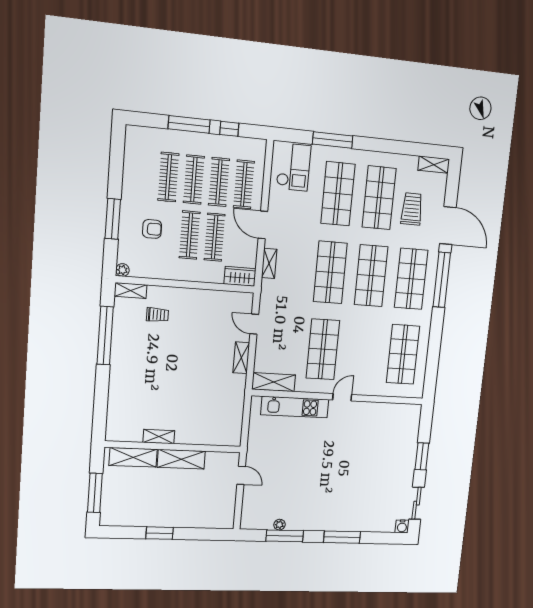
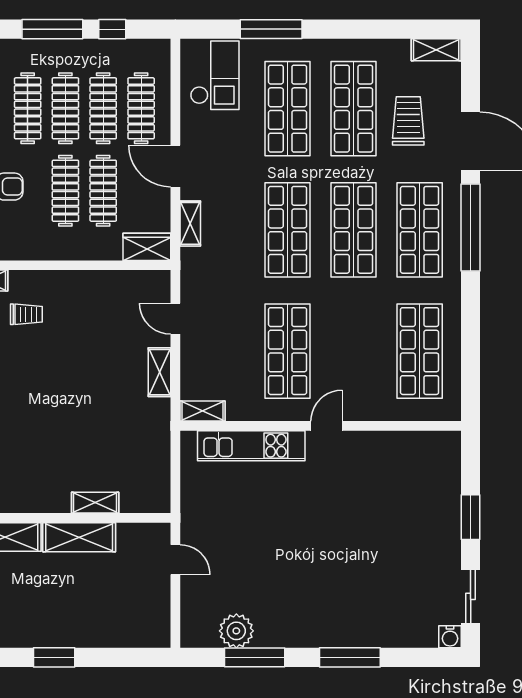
shelving: (274, 382) -> (202, 411), width x0.67, depth x0.75
shelving: (159, 437) -> (95, 503), moved
plant: (279, 525) -> (236, 631), width x1.87, depth x1.87

